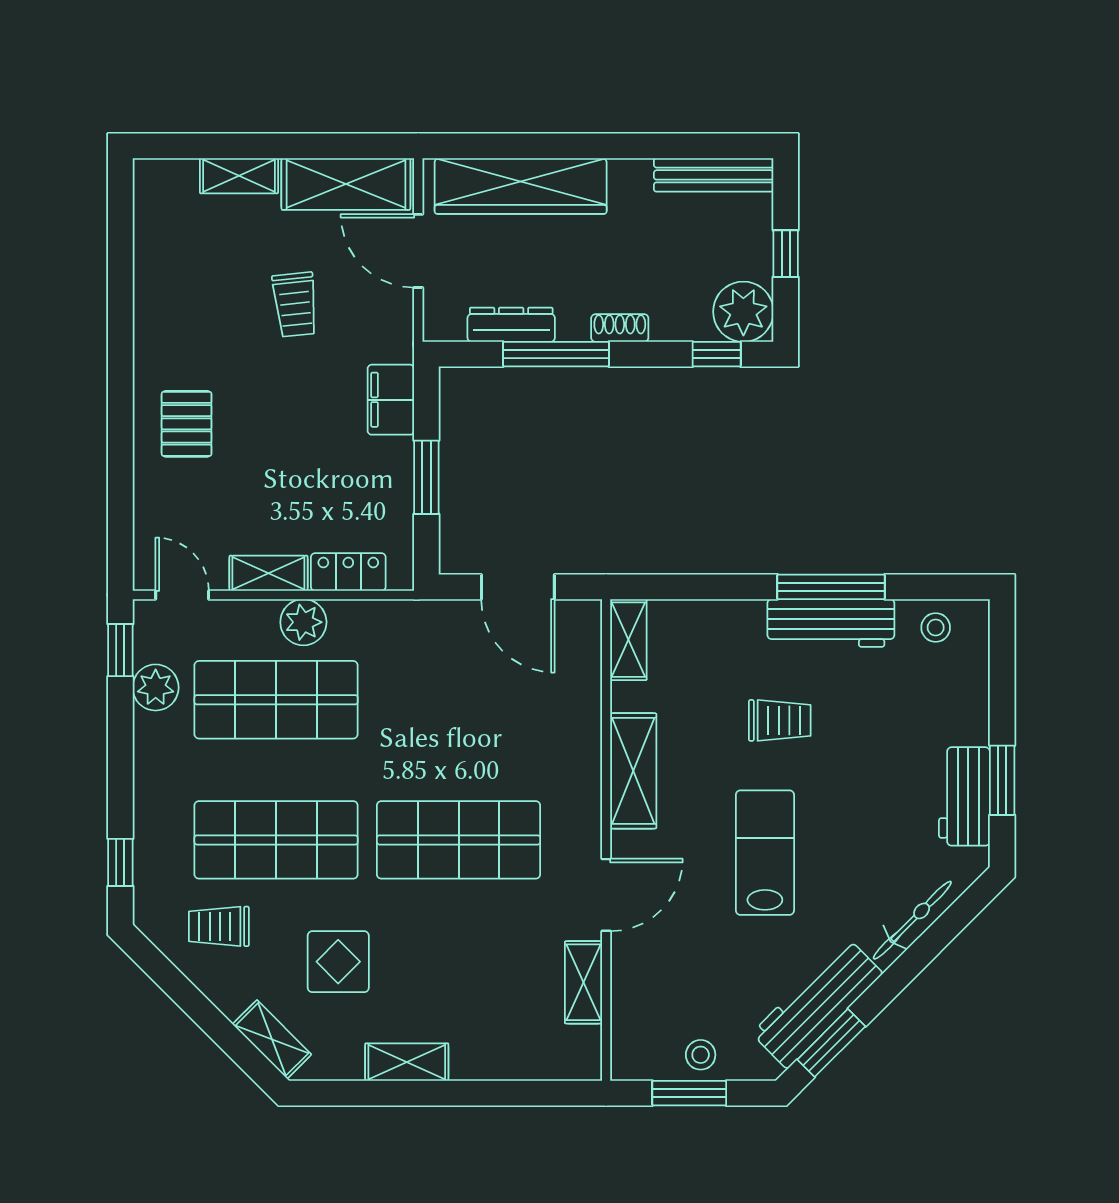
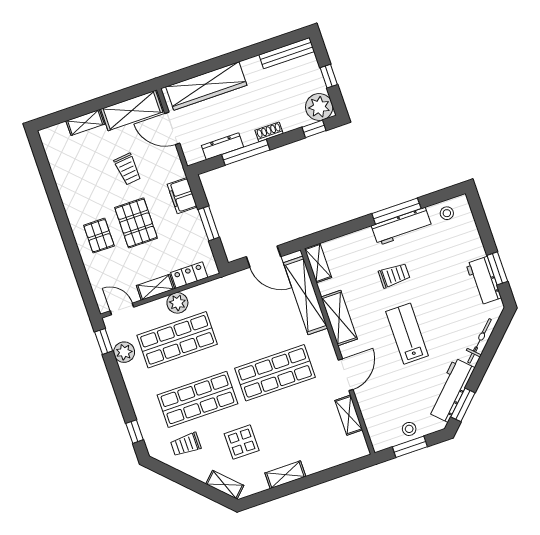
pallet: (274, 424) -> (136, 223), added
shelving: (579, 699) -> (306, 295), added

